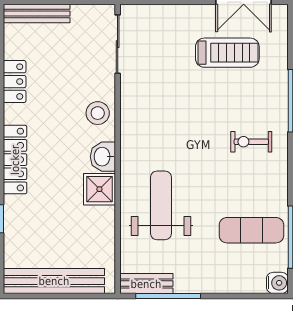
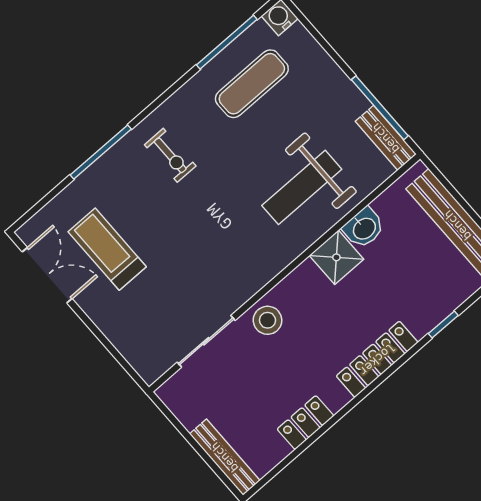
sliding door: (118, 44) -> (206, 341), moved
washbasin: (103, 157) -> (364, 228), moved
exercise mat: (251, 230) -> (252, 84), turned 90

